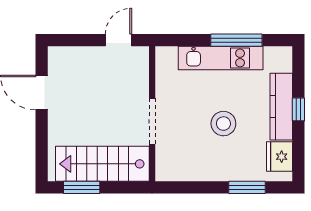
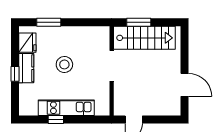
window: (236, 40) -> (56, 120), width x0.46
kitchen counter: (281, 107) -> (26, 68), width x0.67
window: (82, 187) -> (139, 22), moved

